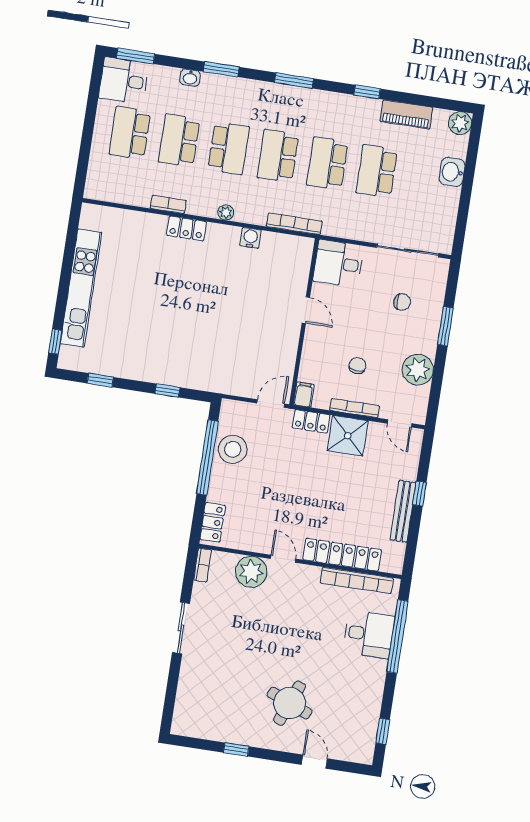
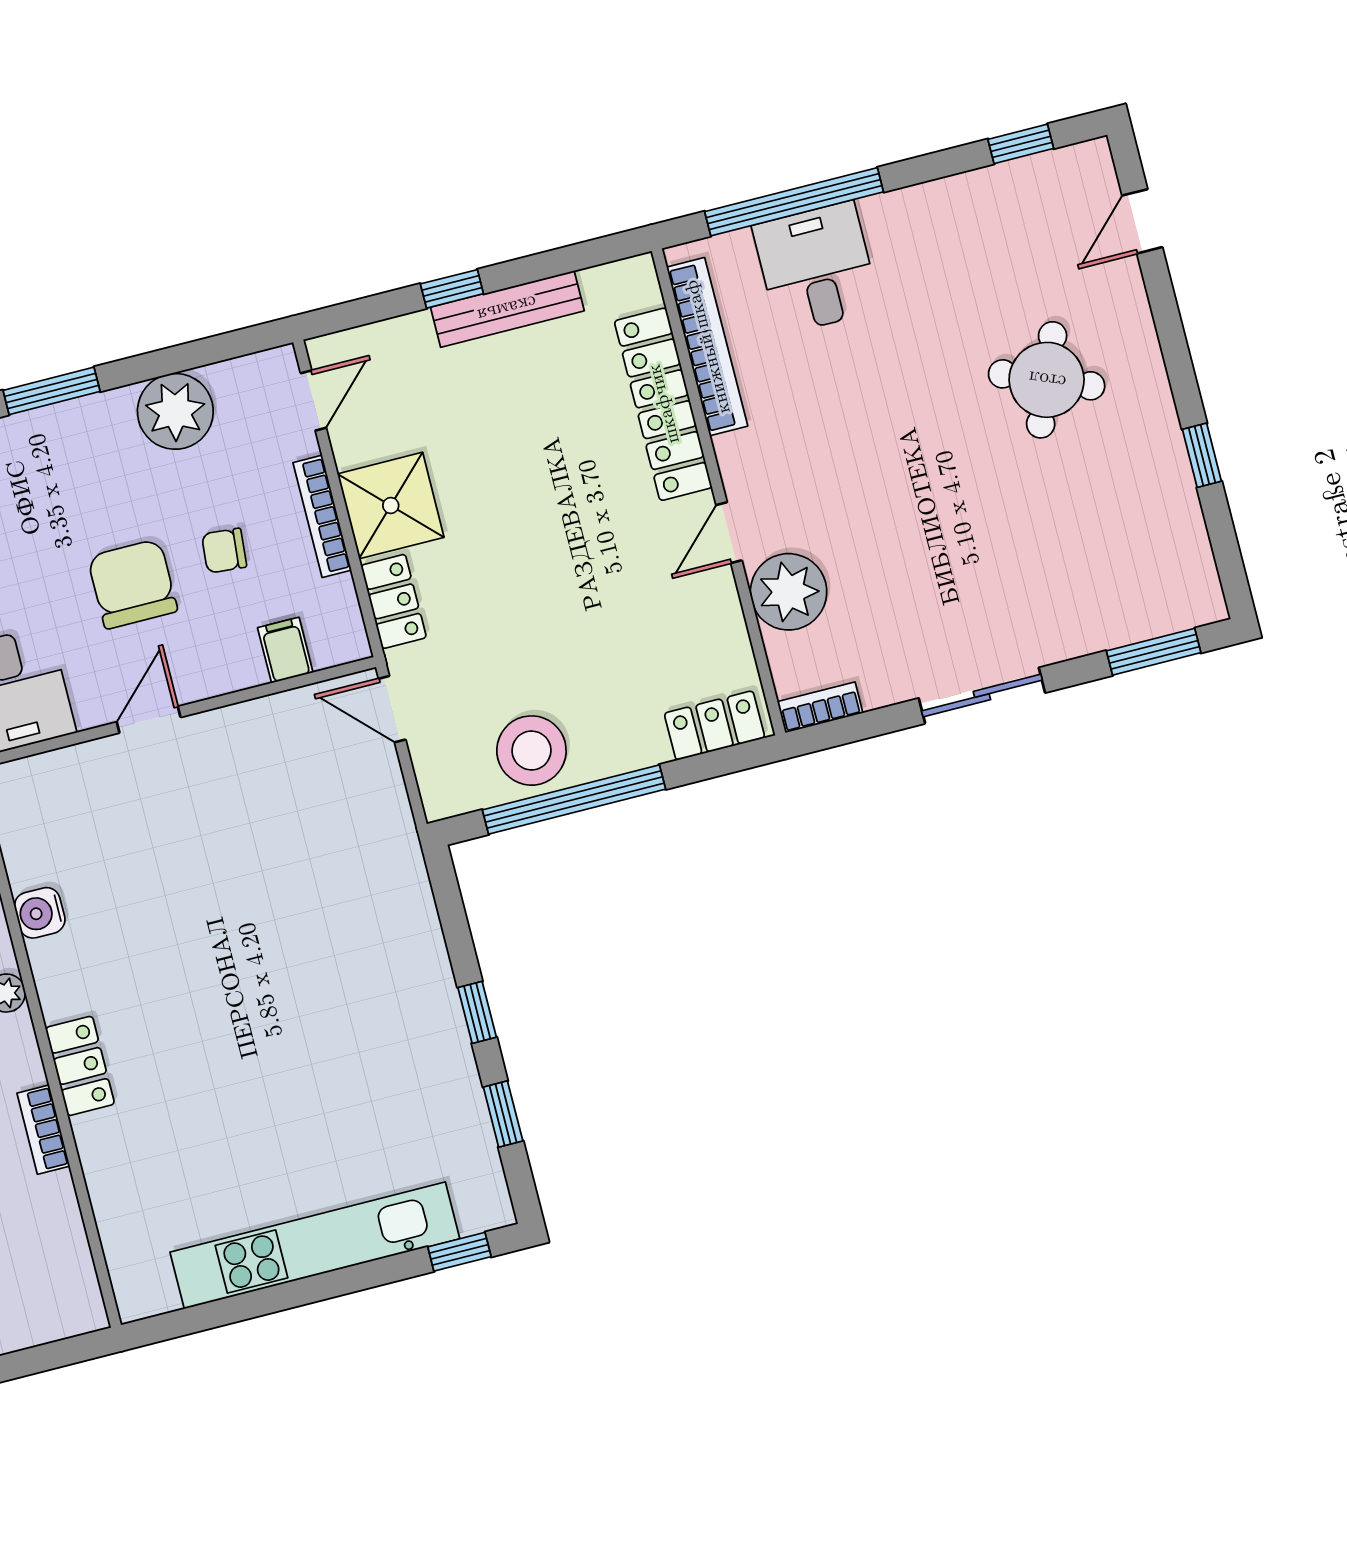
chair: (402, 302) -> (132, 584), moved, width x1.87, depth x1.87
window: (167, 391) -> (477, 1012), moved
filing cabinet: (304, 395) -> (285, 650), moved, turned 90
window: (170, 700) -> (1154, 652), added
door: (314, 762) -> (1142, 221), moved

